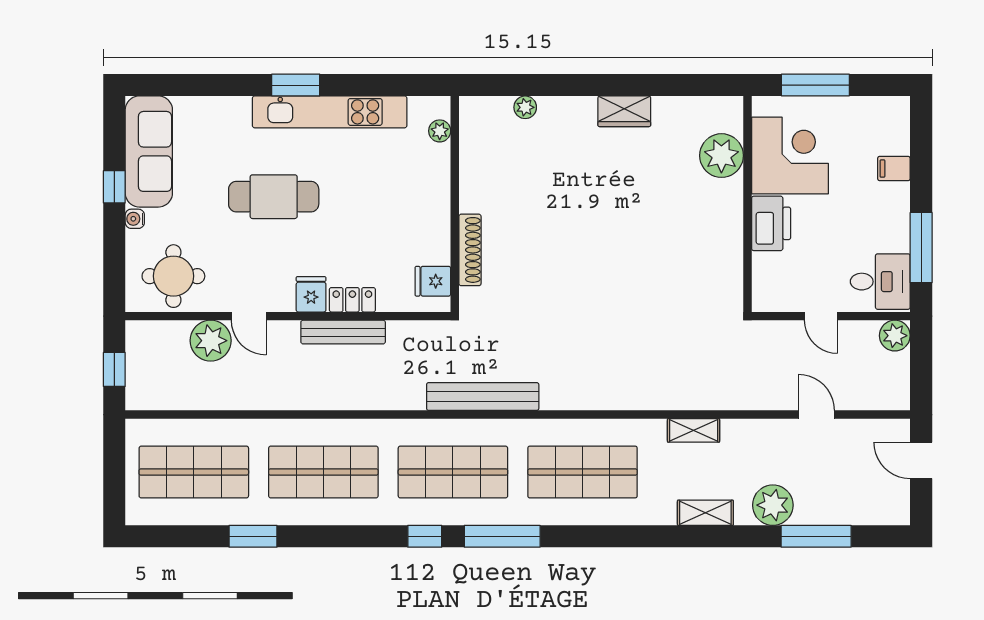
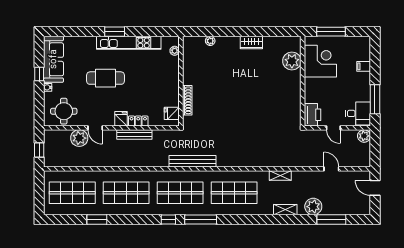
printer: (771, 223) -> (313, 115), moved

